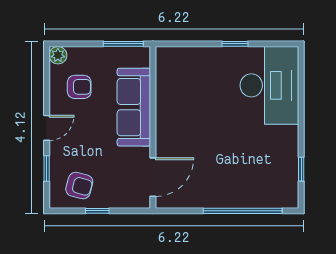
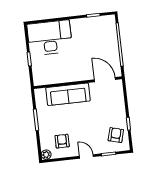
sofa: (134, 107) -> (68, 94), moved
wall: (153, 127) -> (78, 83), moved
door: (153, 177) -> (105, 80), moved

